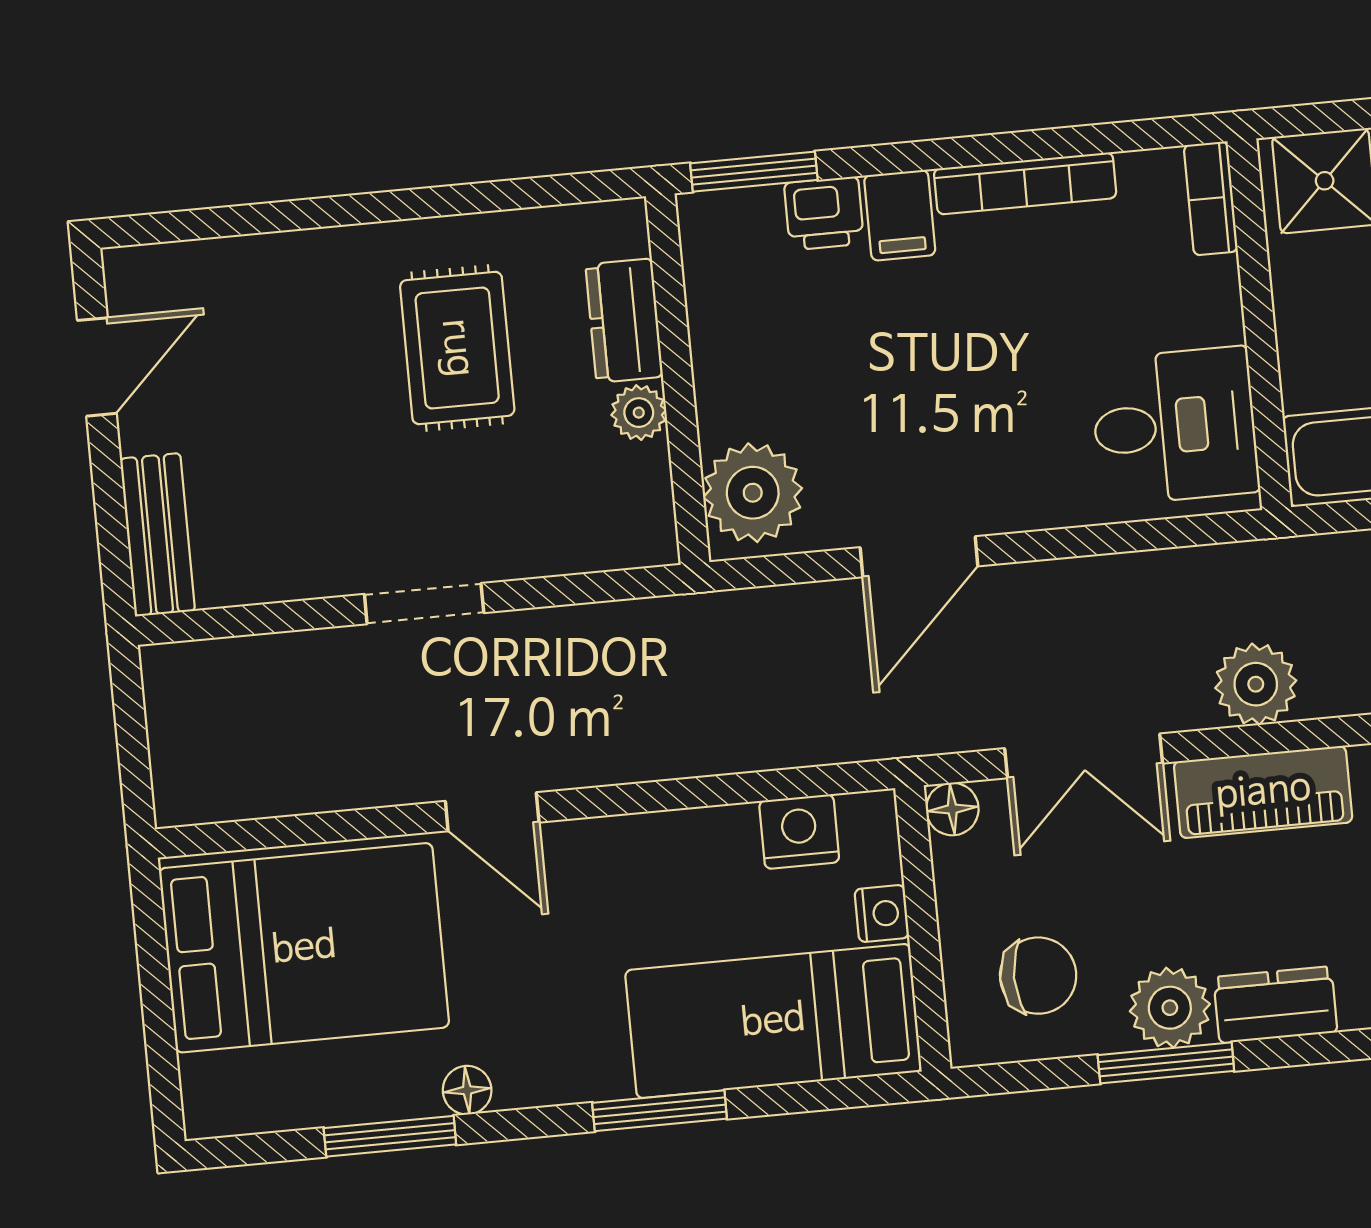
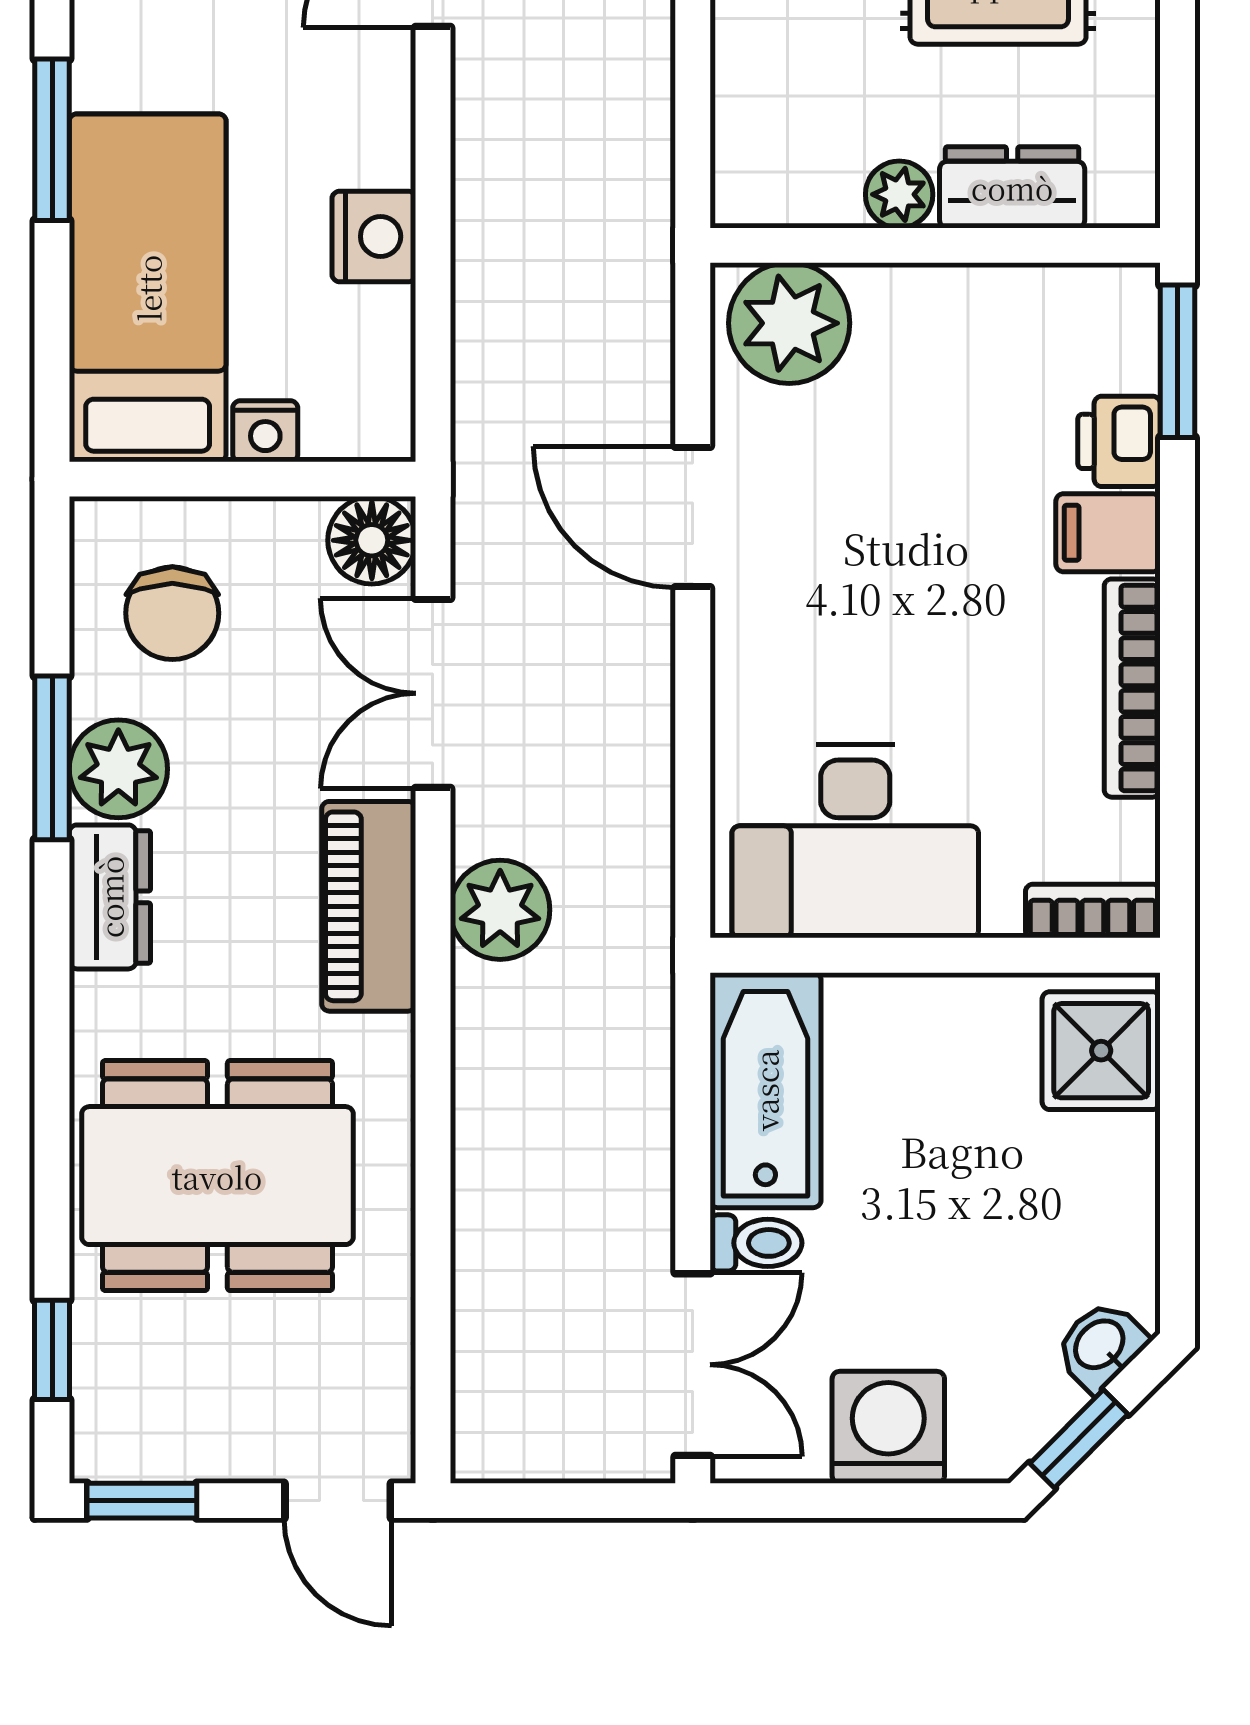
desk: (1175, 426) -> (855, 841), width x1.37
floor lamp: (952, 809) -> (372, 540), width x1.37, depth x1.37
nightstand: (799, 832) -> (374, 236), moved

